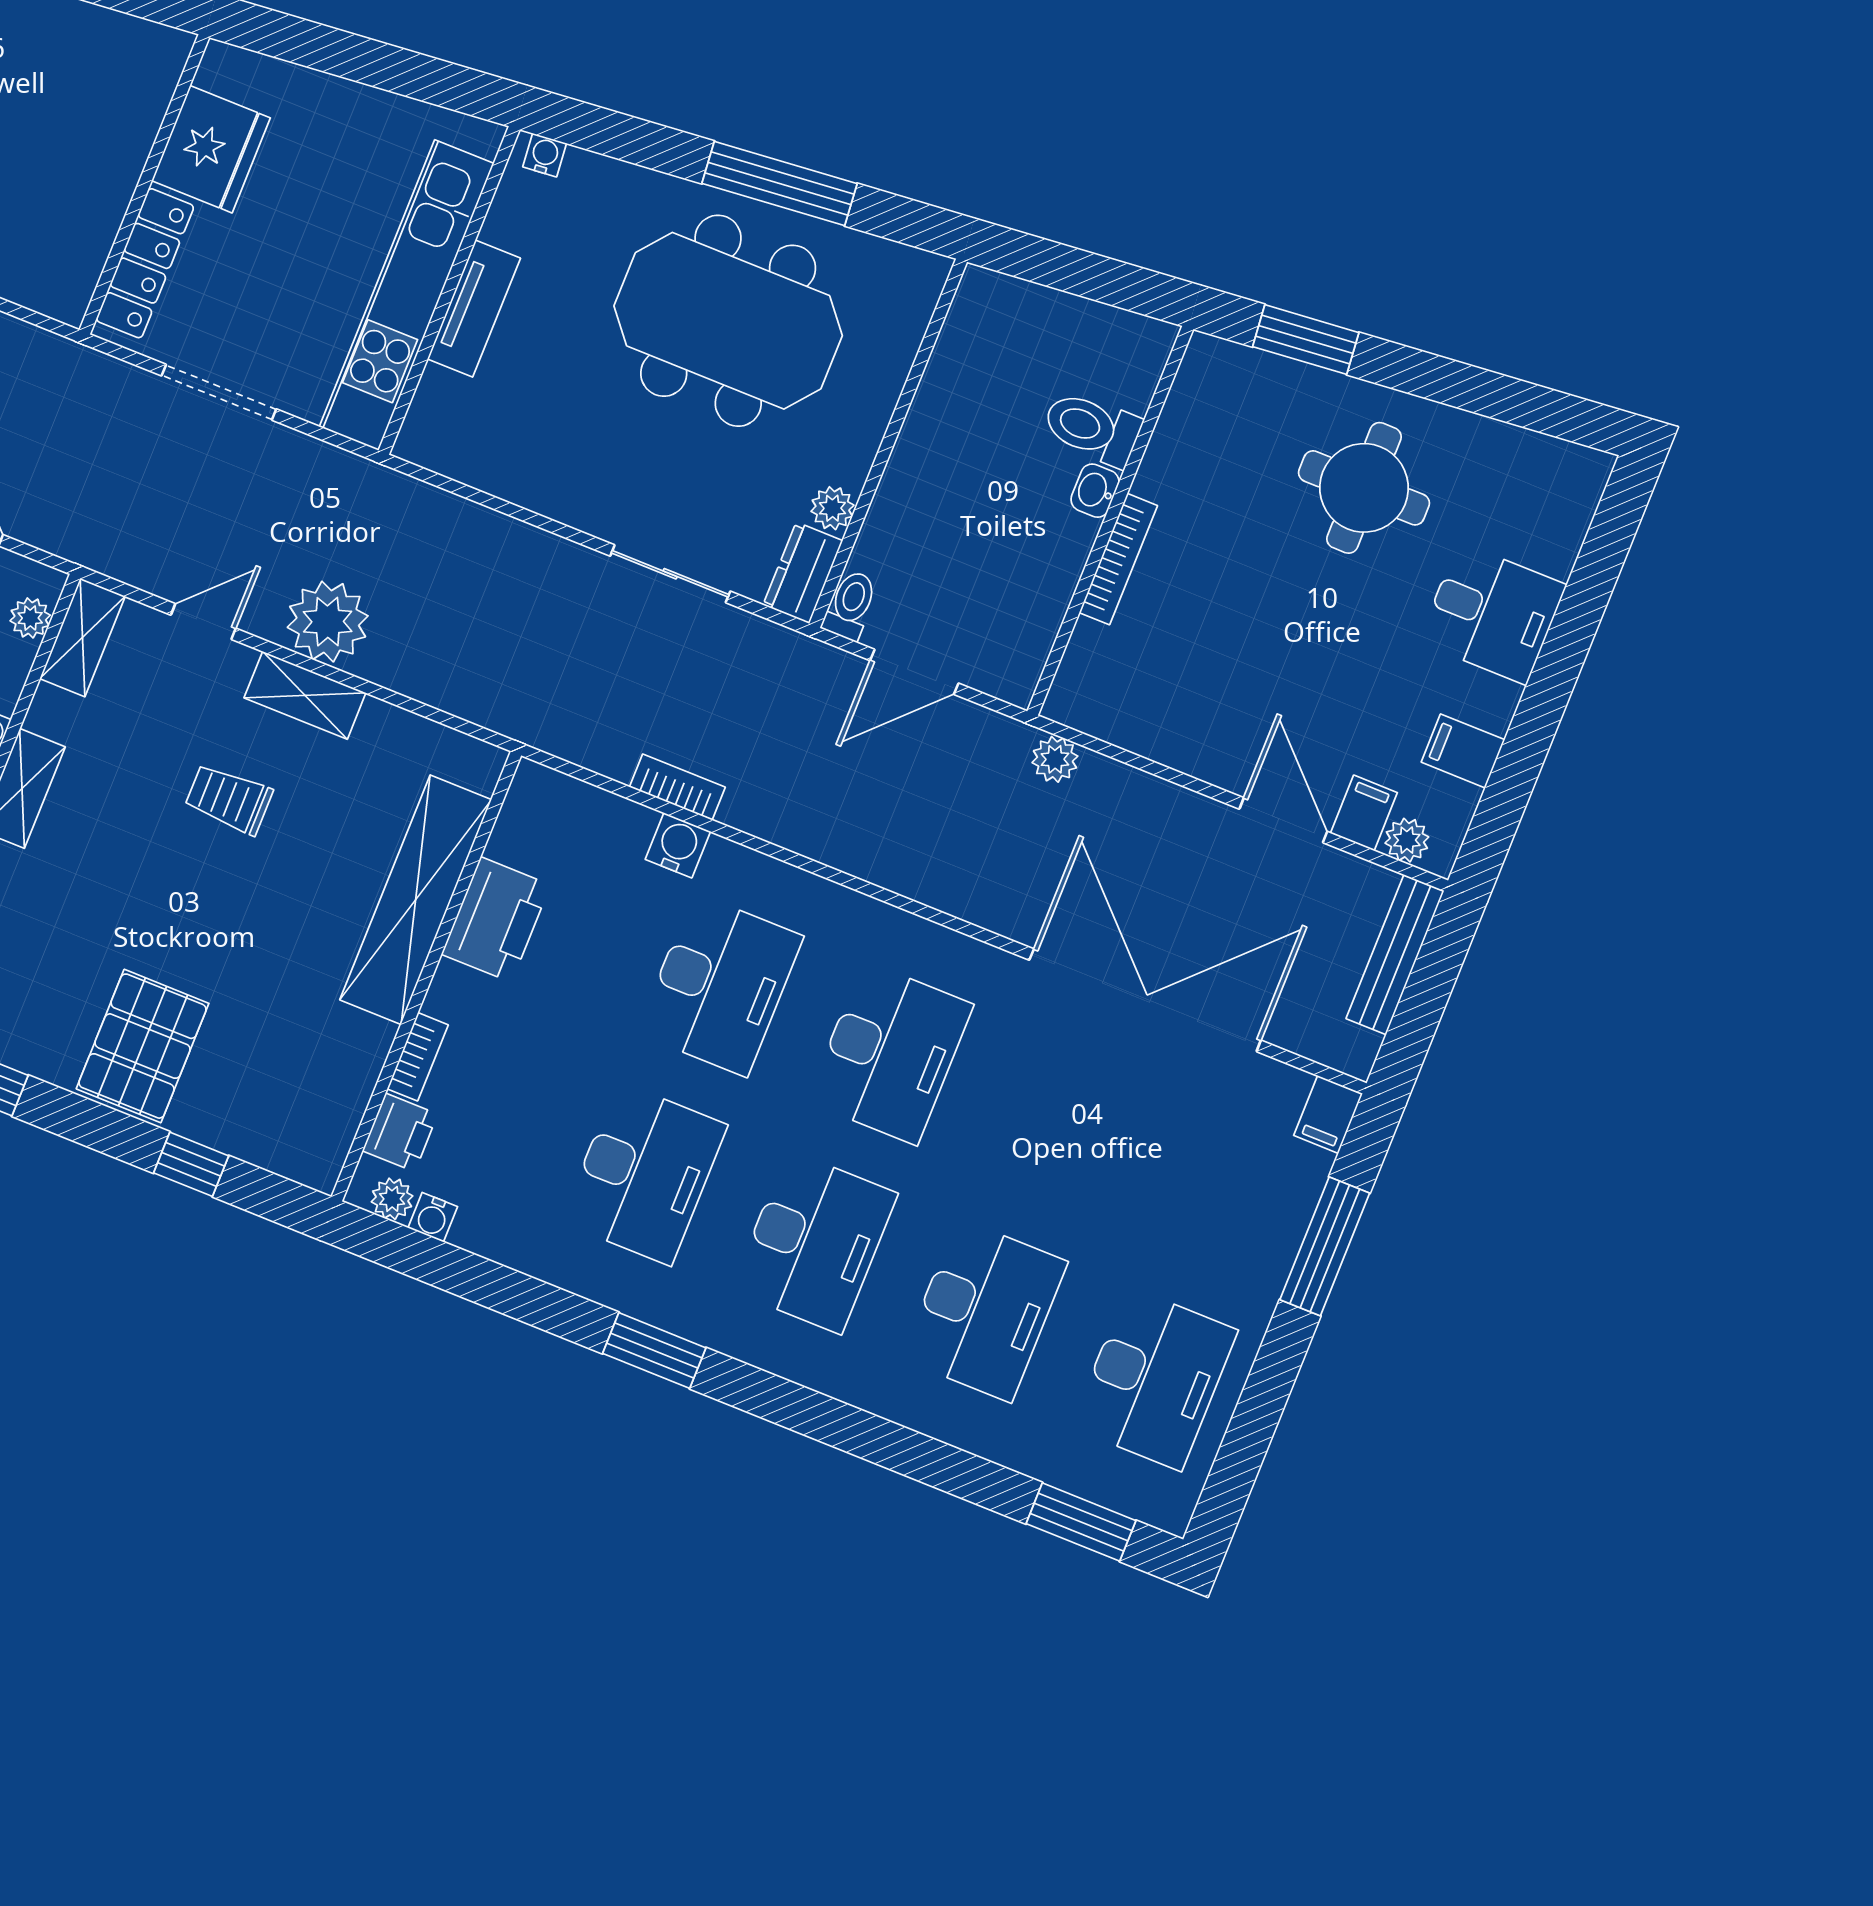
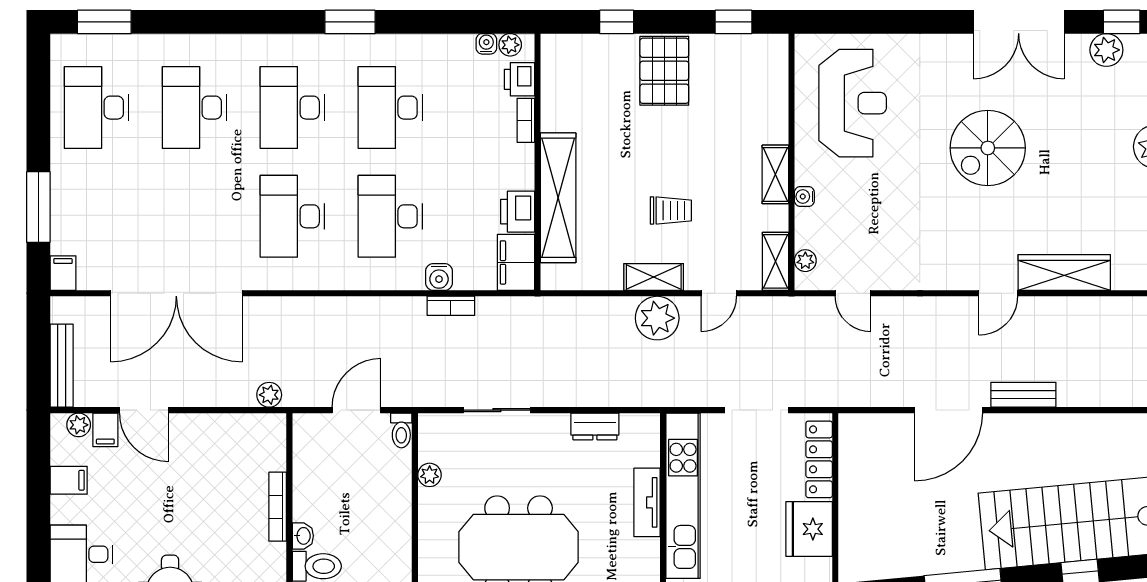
dresser: (803, 573) -> (595, 426), moved, turned 90
filing cabinet: (534, 817) -> (516, 262), added
printer: (496, 920) -> (518, 212), width x0.73, depth x0.84

